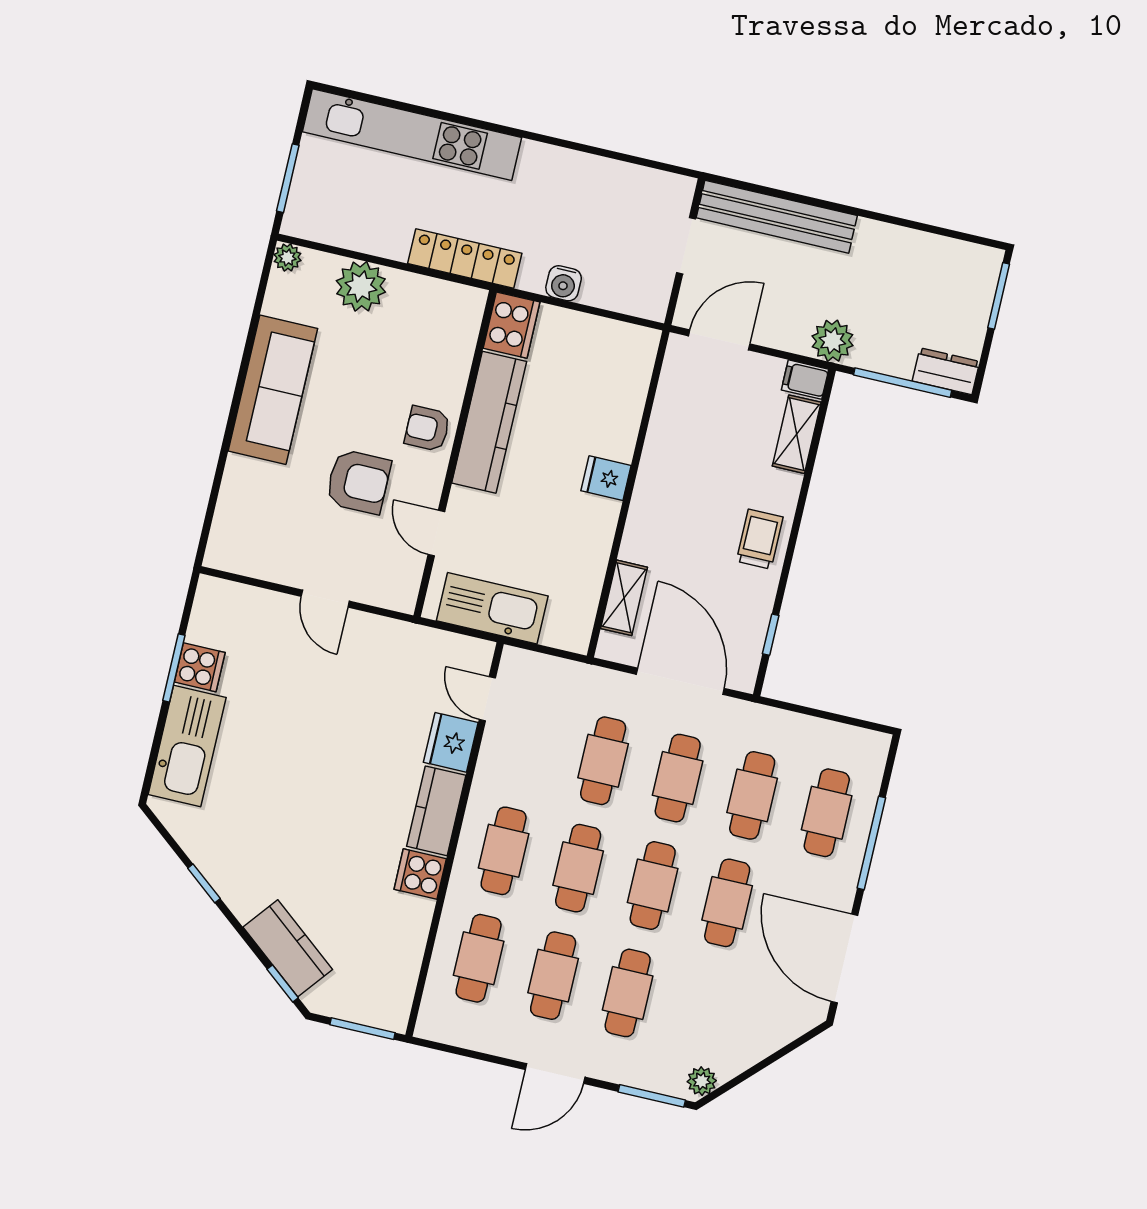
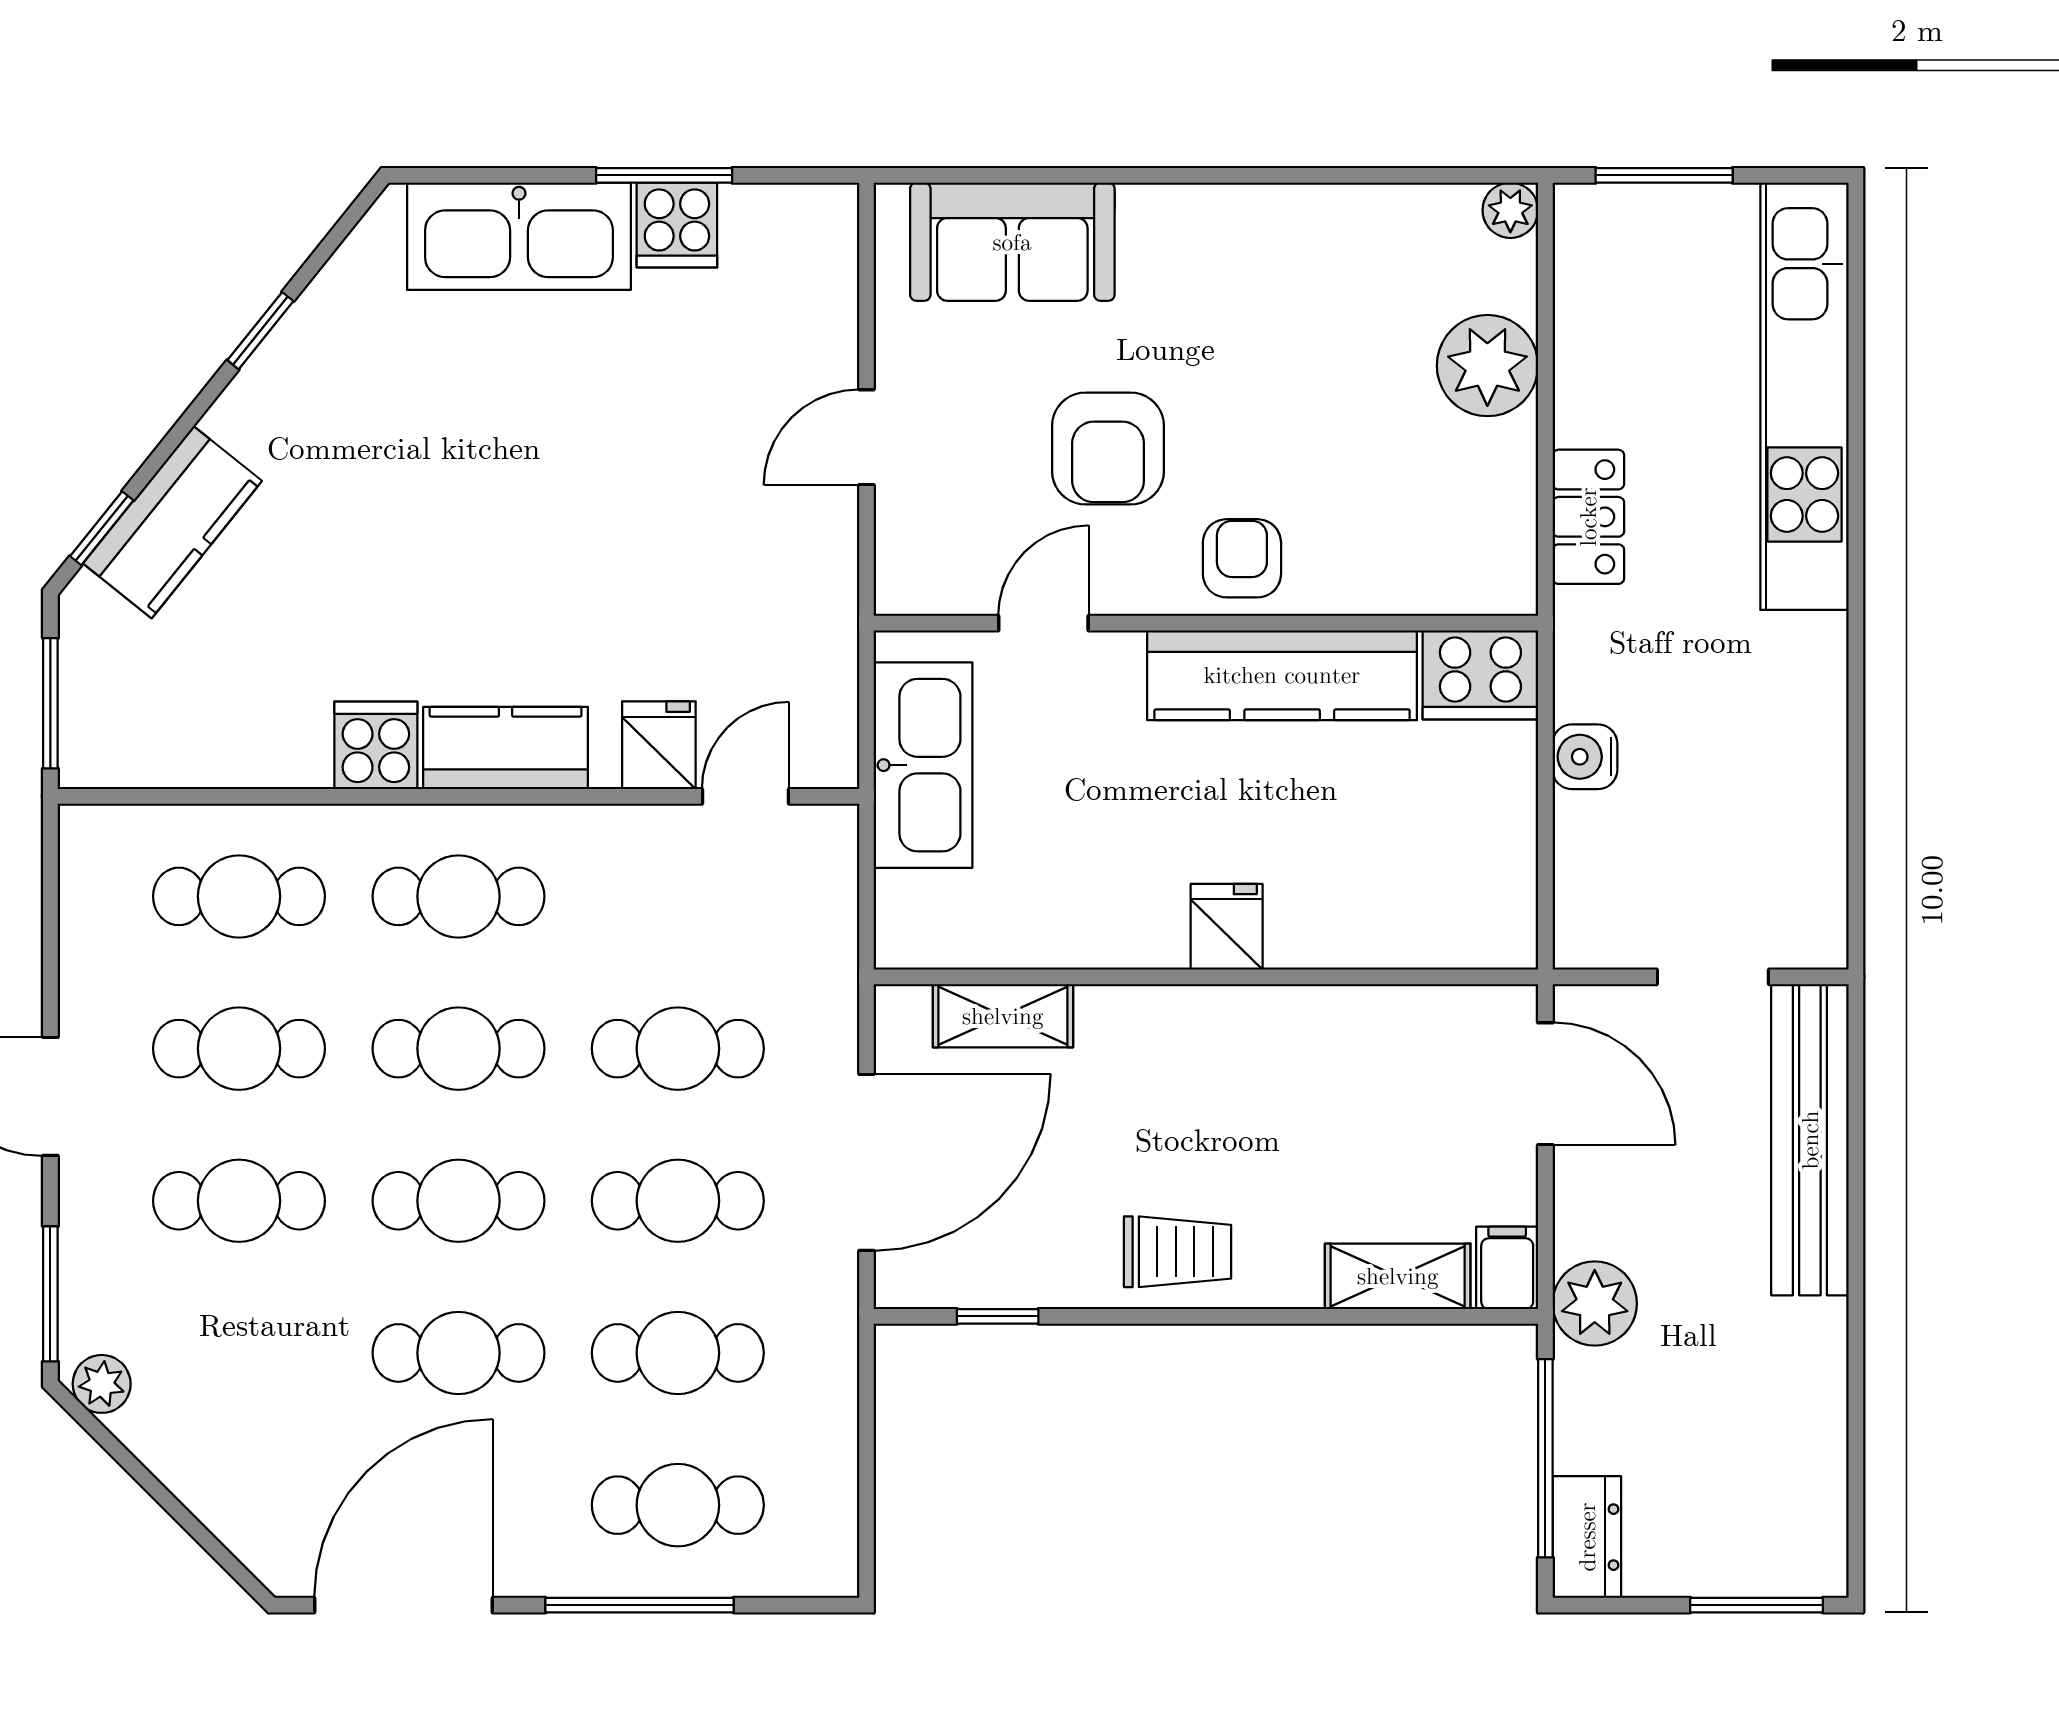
locker: (465, 258) -> (1588, 517), width x0.66
sofa: (273, 390) -> (1012, 242), moved, width x0.73
fridge: (451, 742) -> (659, 745), width x0.72

